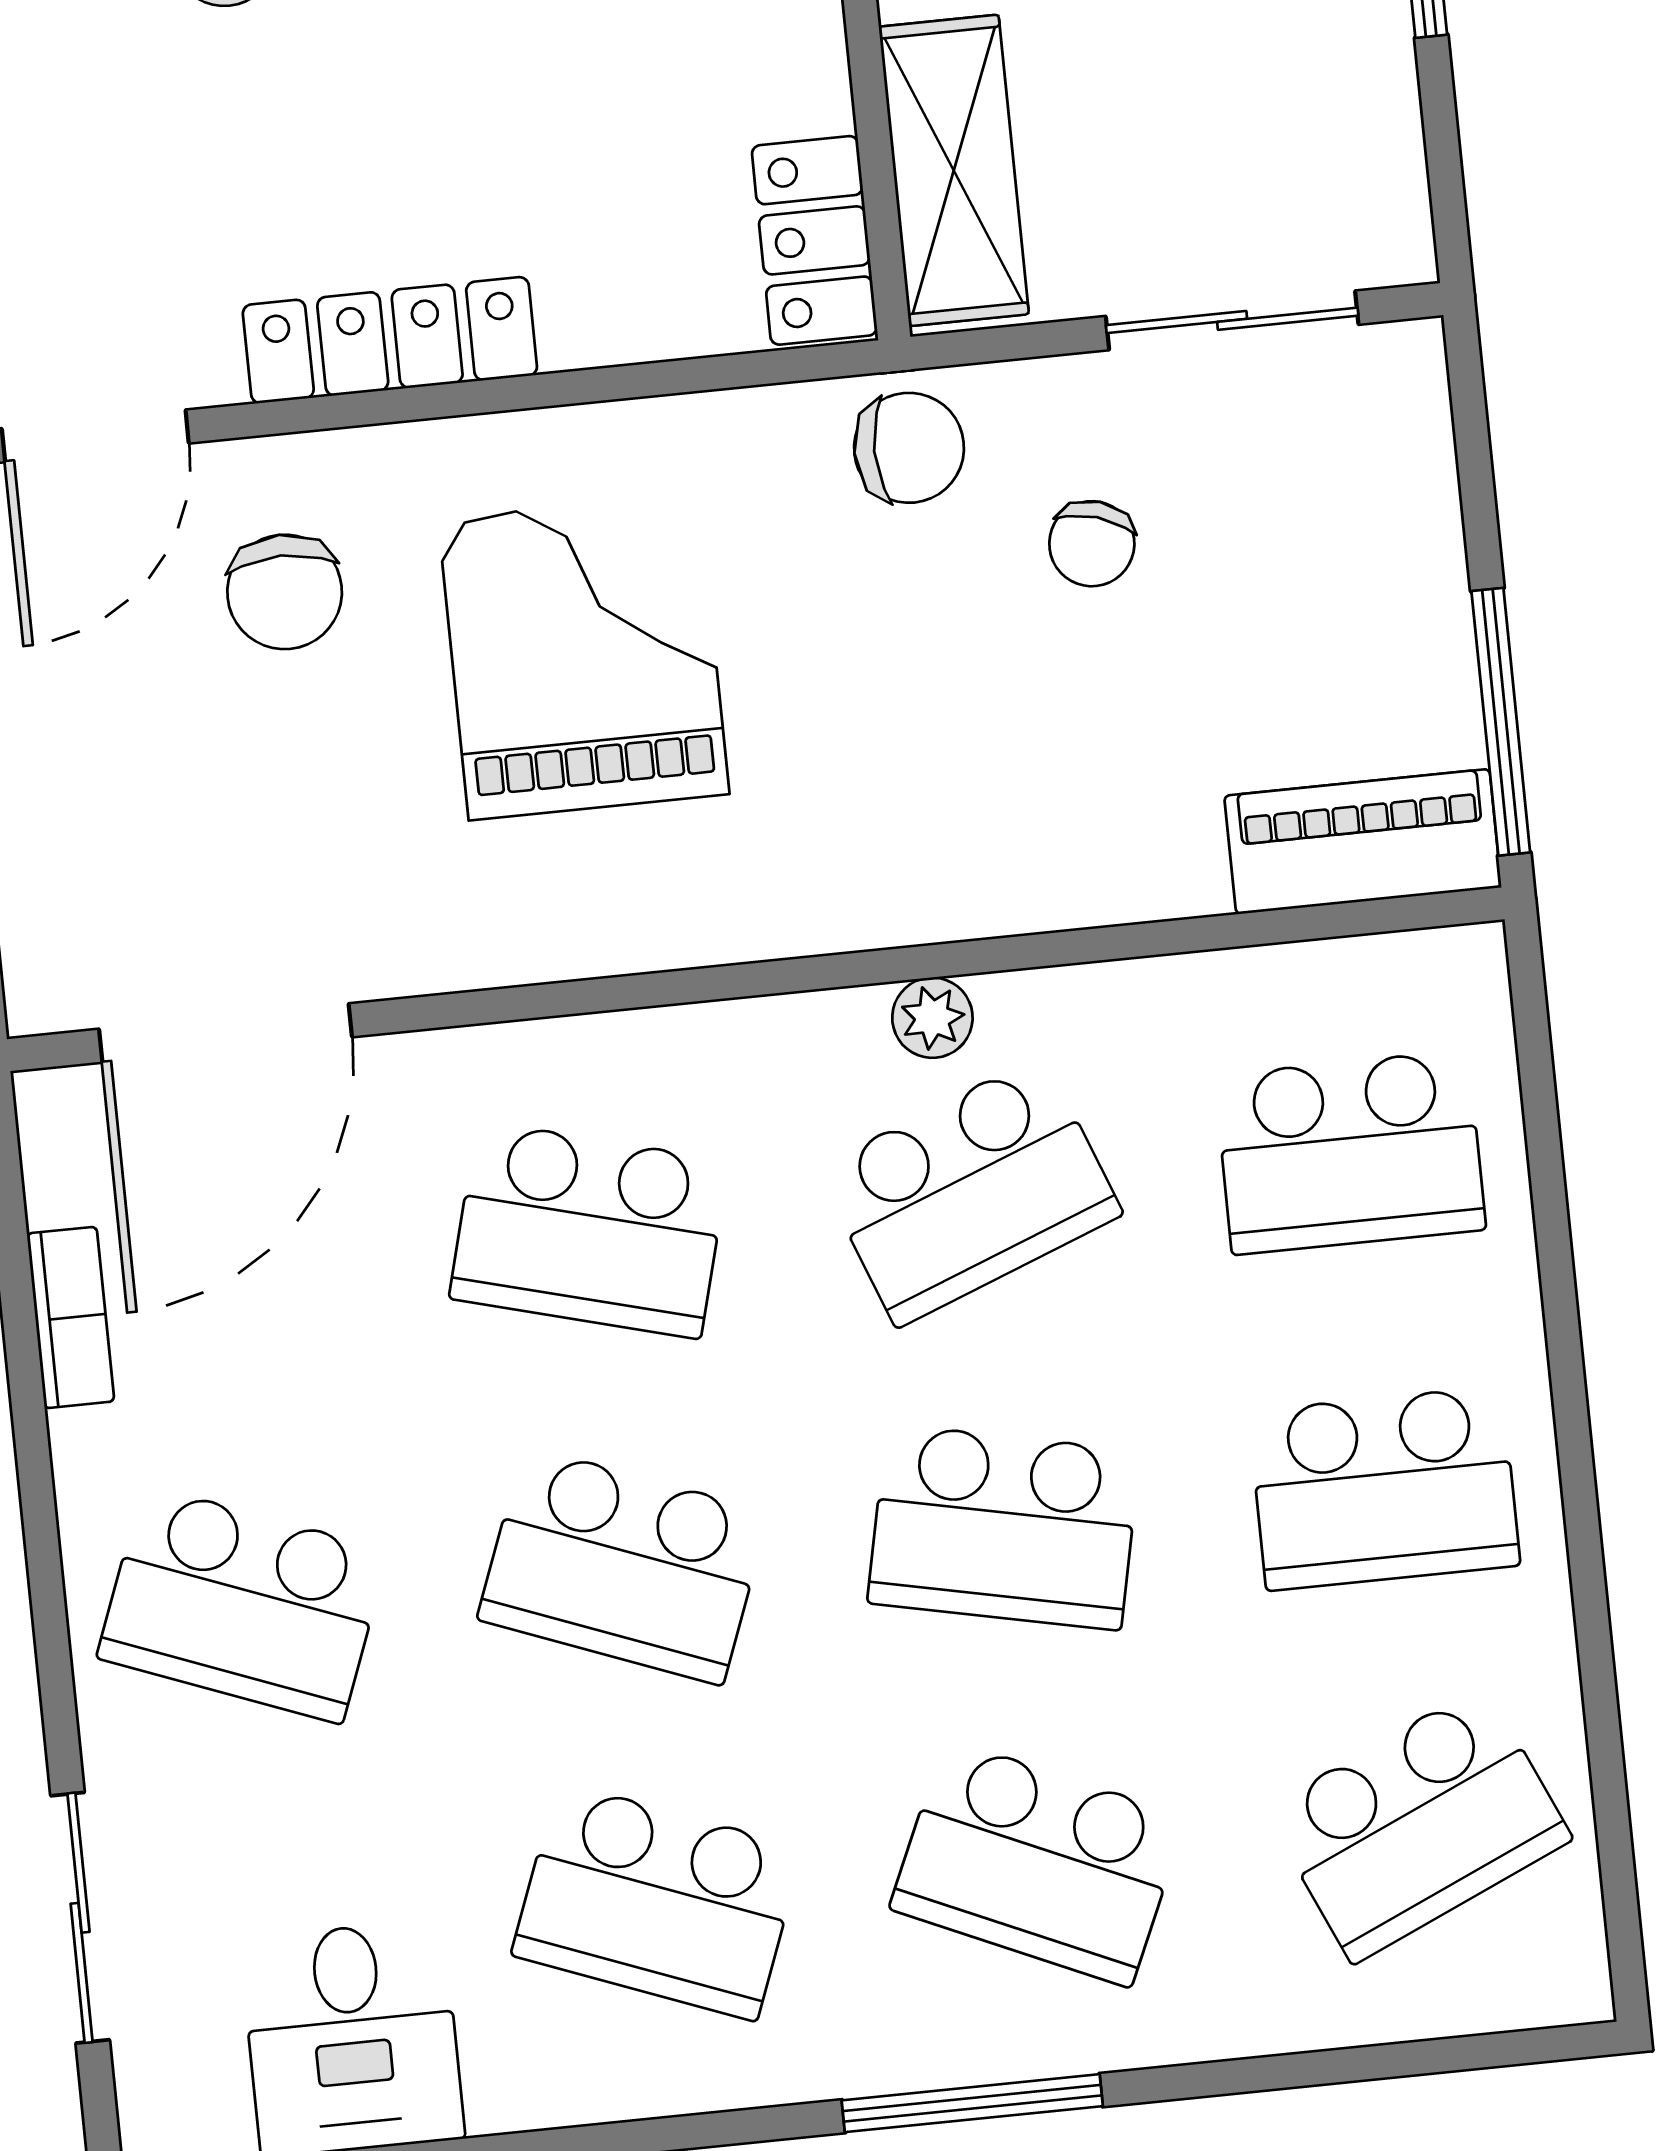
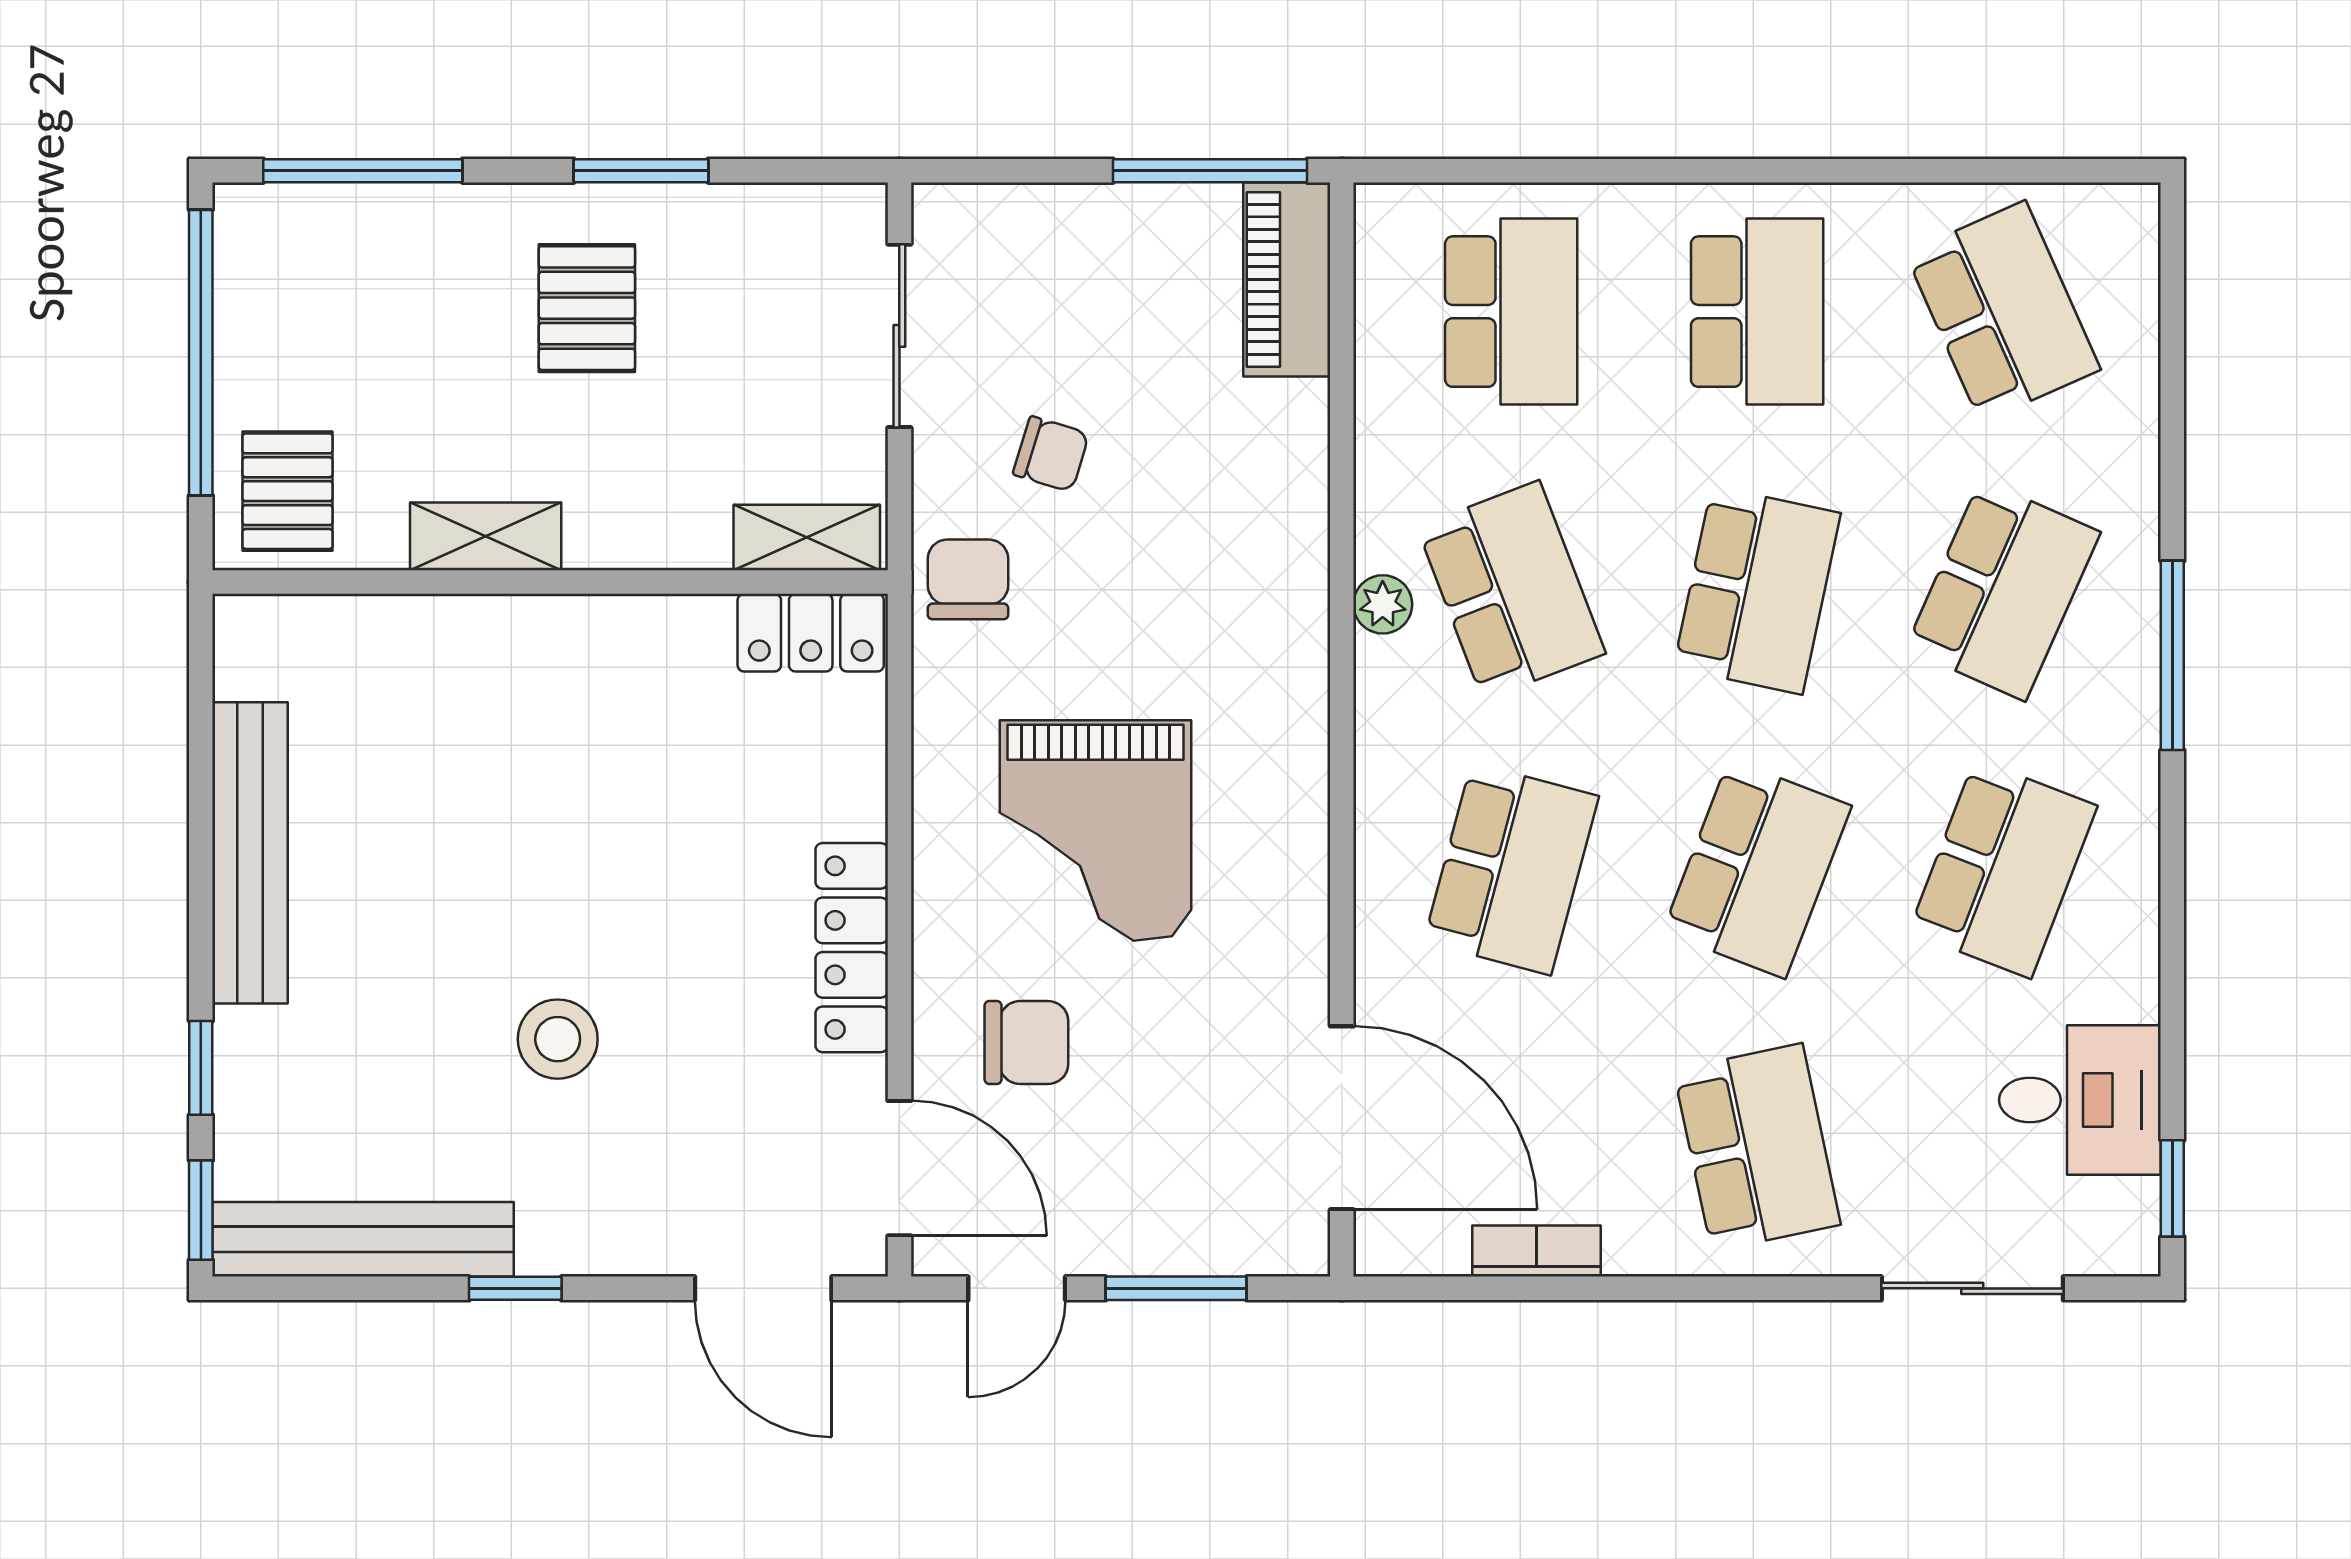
shelving: (954, 170) -> (807, 537), width x0.67, depth x0.75
grand piano: (584, 657) -> (1095, 830), turned -90
school desk: (243, 1604) -> (1757, 1147), turned -33

